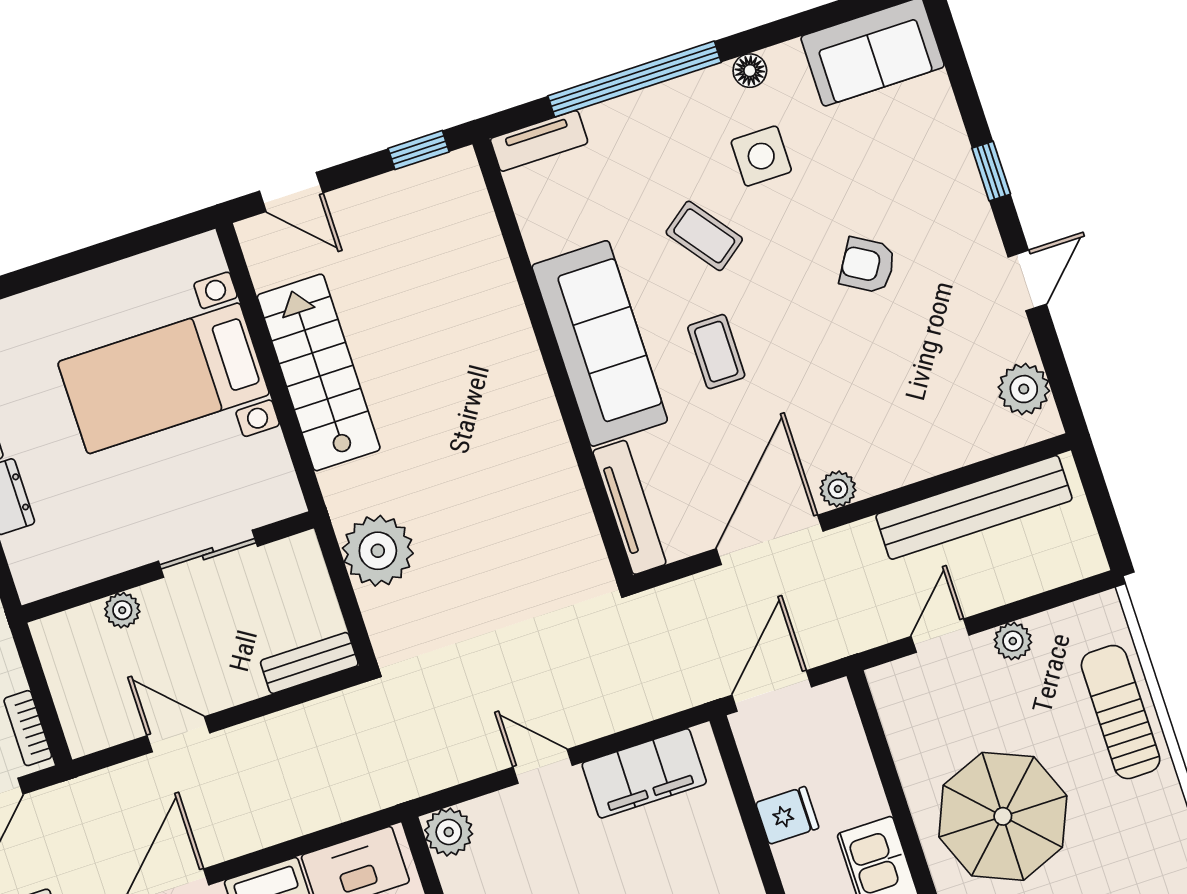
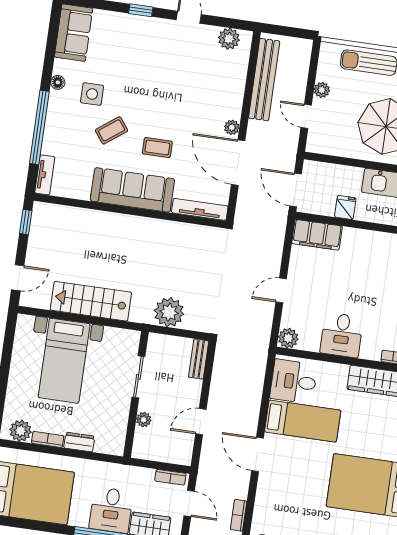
armchair: (868, 265) -> (153, 74), removed
filing cabinet: (644, 773) -> (317, 235), moved, turned 90

